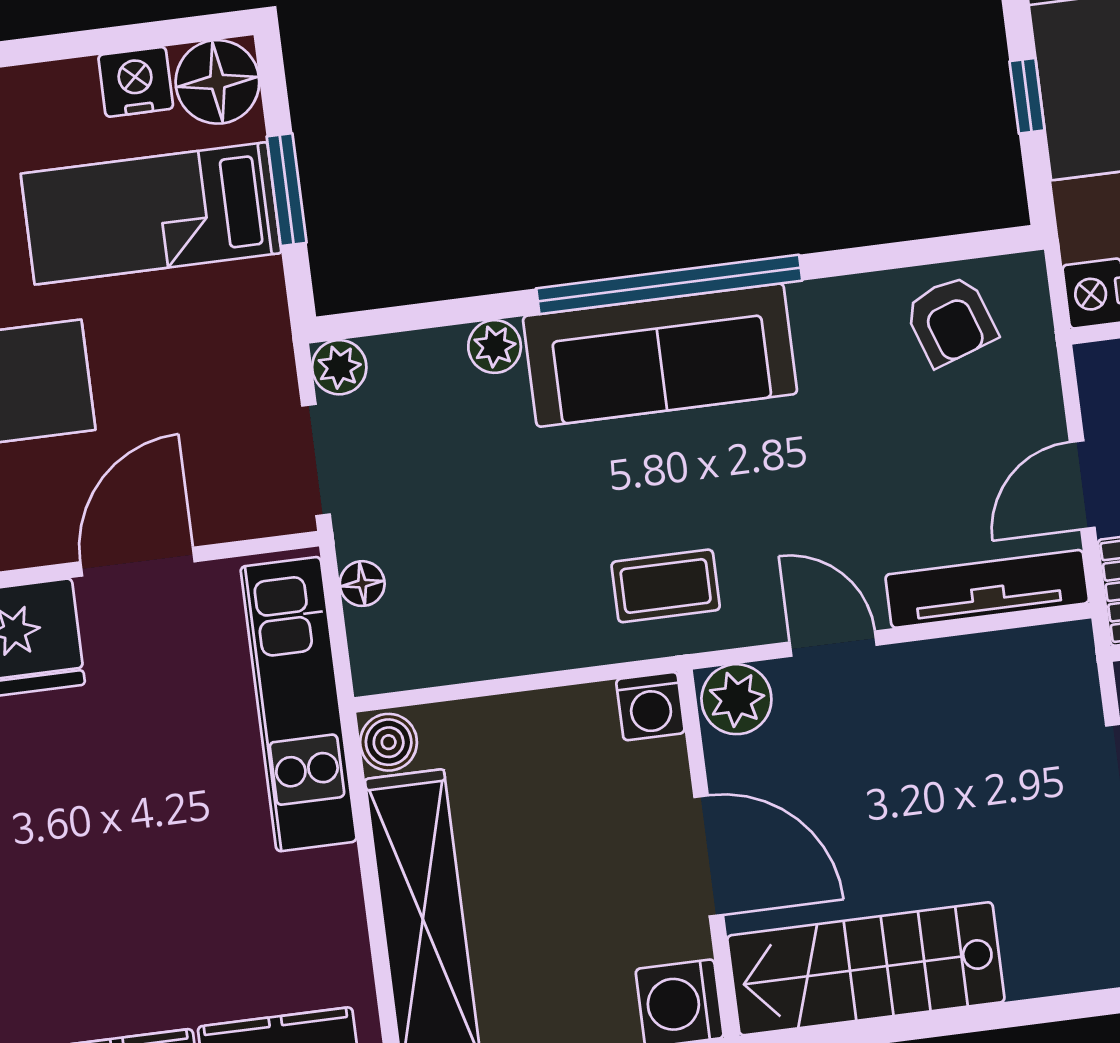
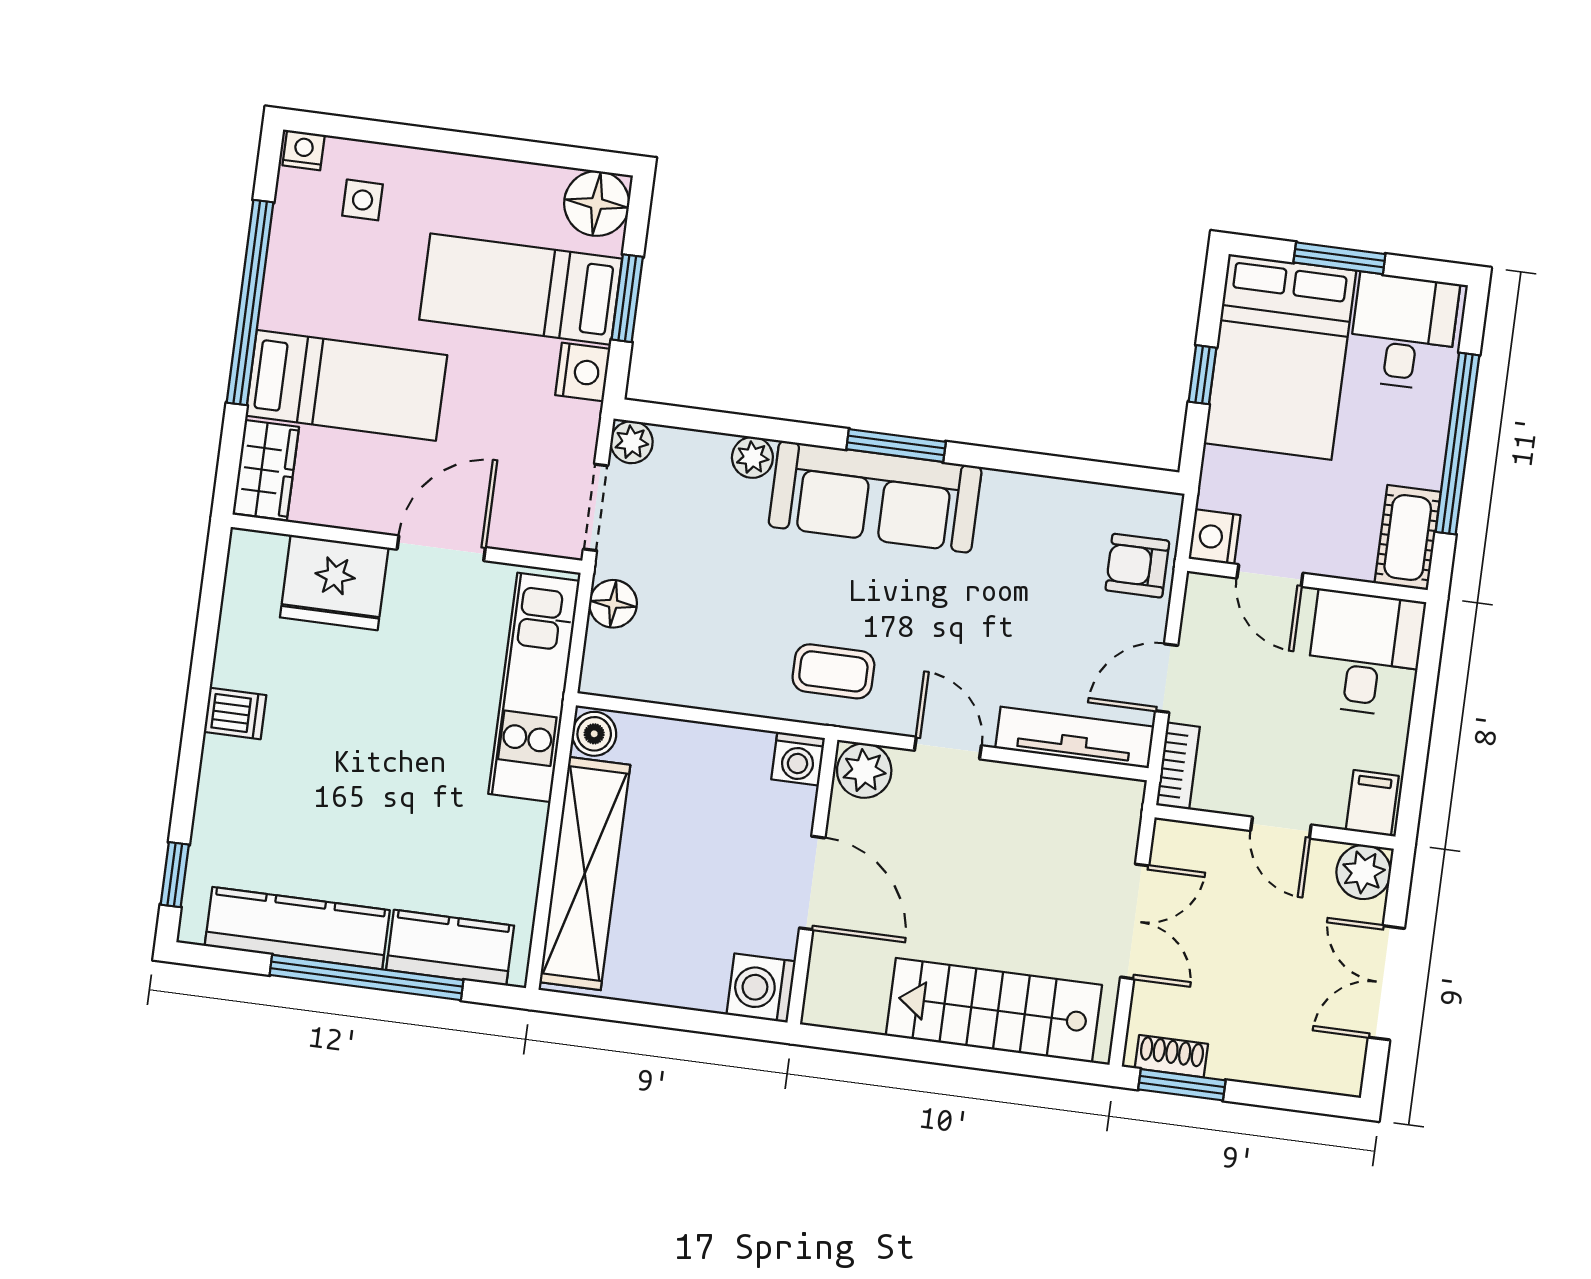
nightstand: (136, 82) -> (583, 372), moved, turned 90
window: (669, 284) -> (896, 445), width x0.47
armchair: (951, 320) -> (1137, 566), moved, turned 109
floor lamp: (362, 584) -> (613, 604), width x1.37, depth x1.37
stairs: (866, 969) -> (994, 1010), moved

